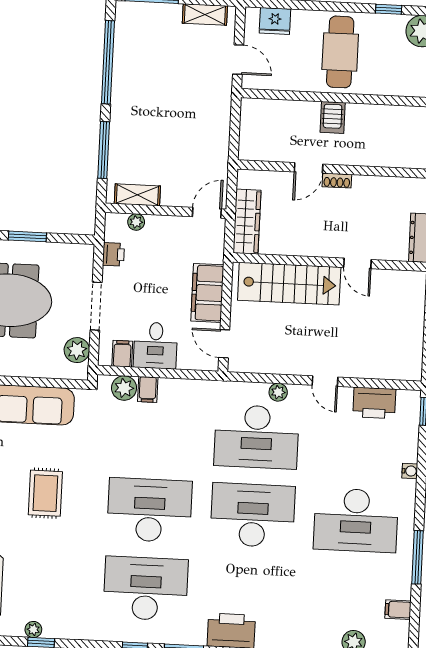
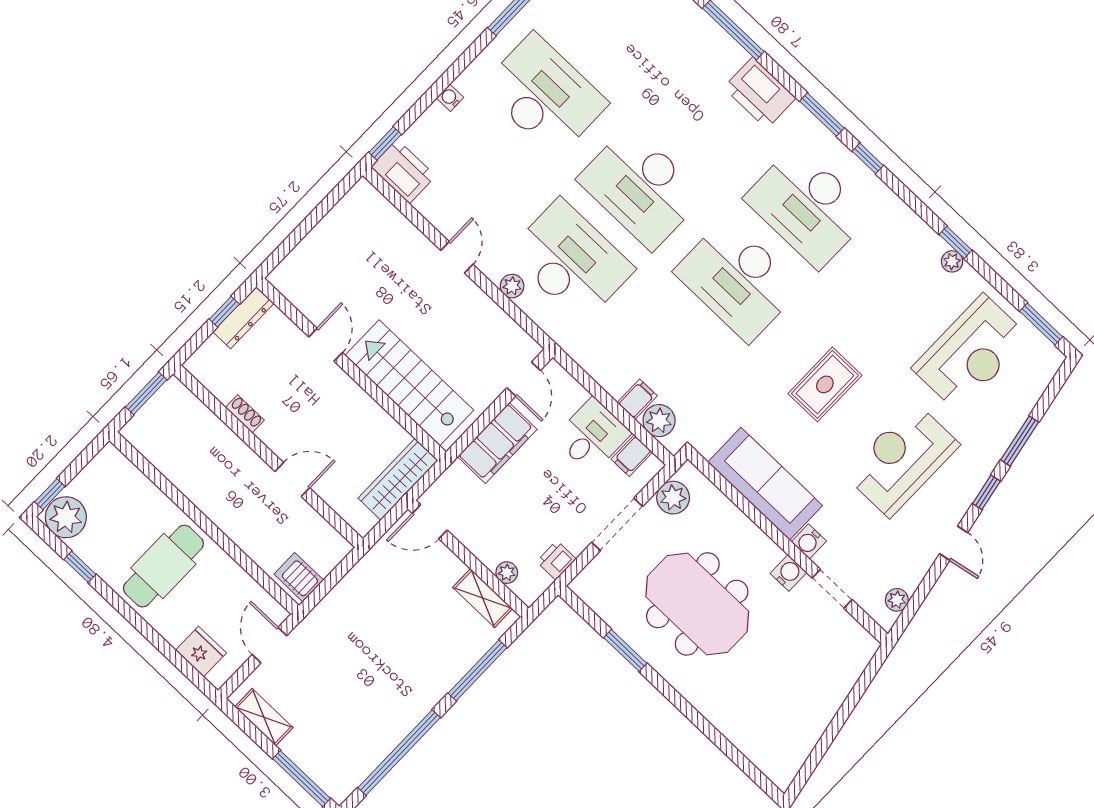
server rack: (333, 117) -> (299, 577), moved, turned -90
shoe rack: (337, 181) -> (245, 414), moved
printer: (374, 403) -> (403, 172), moved

